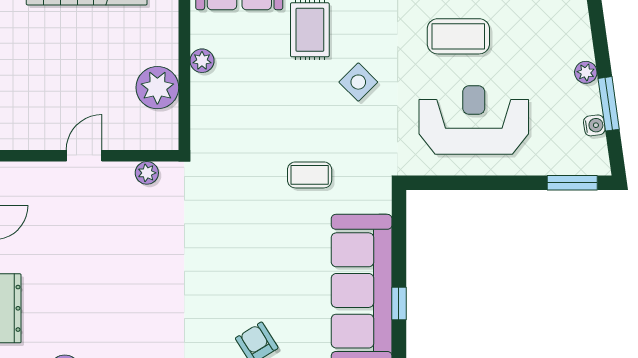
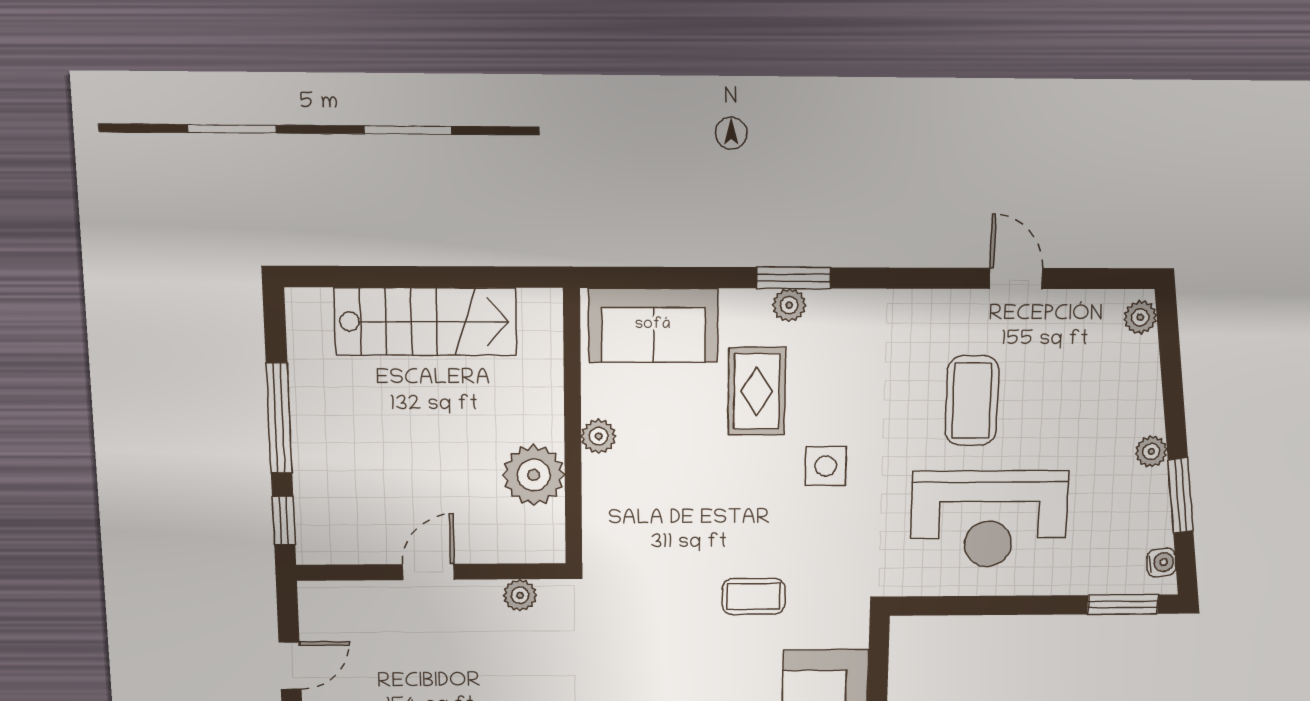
coffee table: (458, 36) -> (972, 401), turned 90
side table: (358, 82) -> (826, 466), turned 45
reception desk: (474, 120) -> (989, 519), turned 180
water cooler: (594, 125) -> (1161, 562), moved

